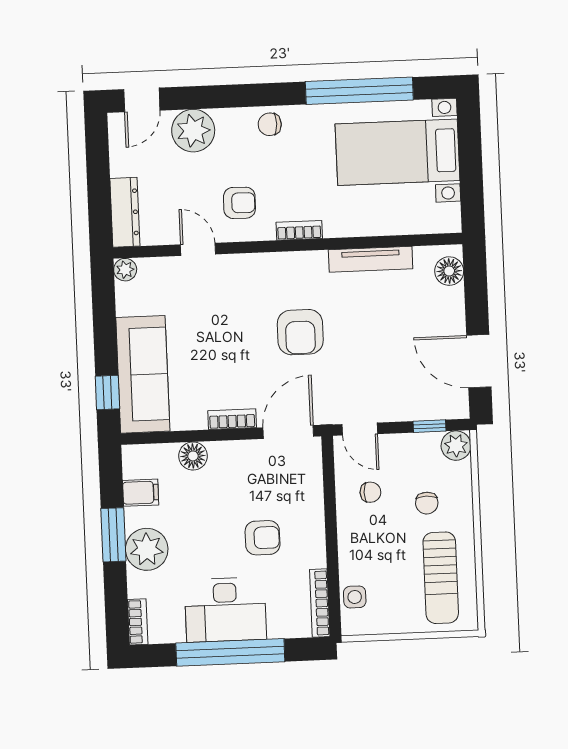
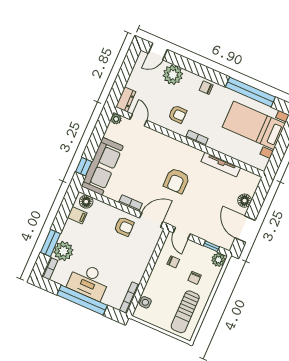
dresser: (125, 212) -> (126, 99), width x0.70
door: (198, 249) -> (138, 120), moved
floor lamp: (449, 271) -> (245, 201), moved
floor lamp: (193, 456) -> (86, 202), moved
window: (113, 535) -> (50, 243), moved
armchair: (263, 538) -> (124, 227), moved
plant: (147, 549) -> (63, 251), moved

